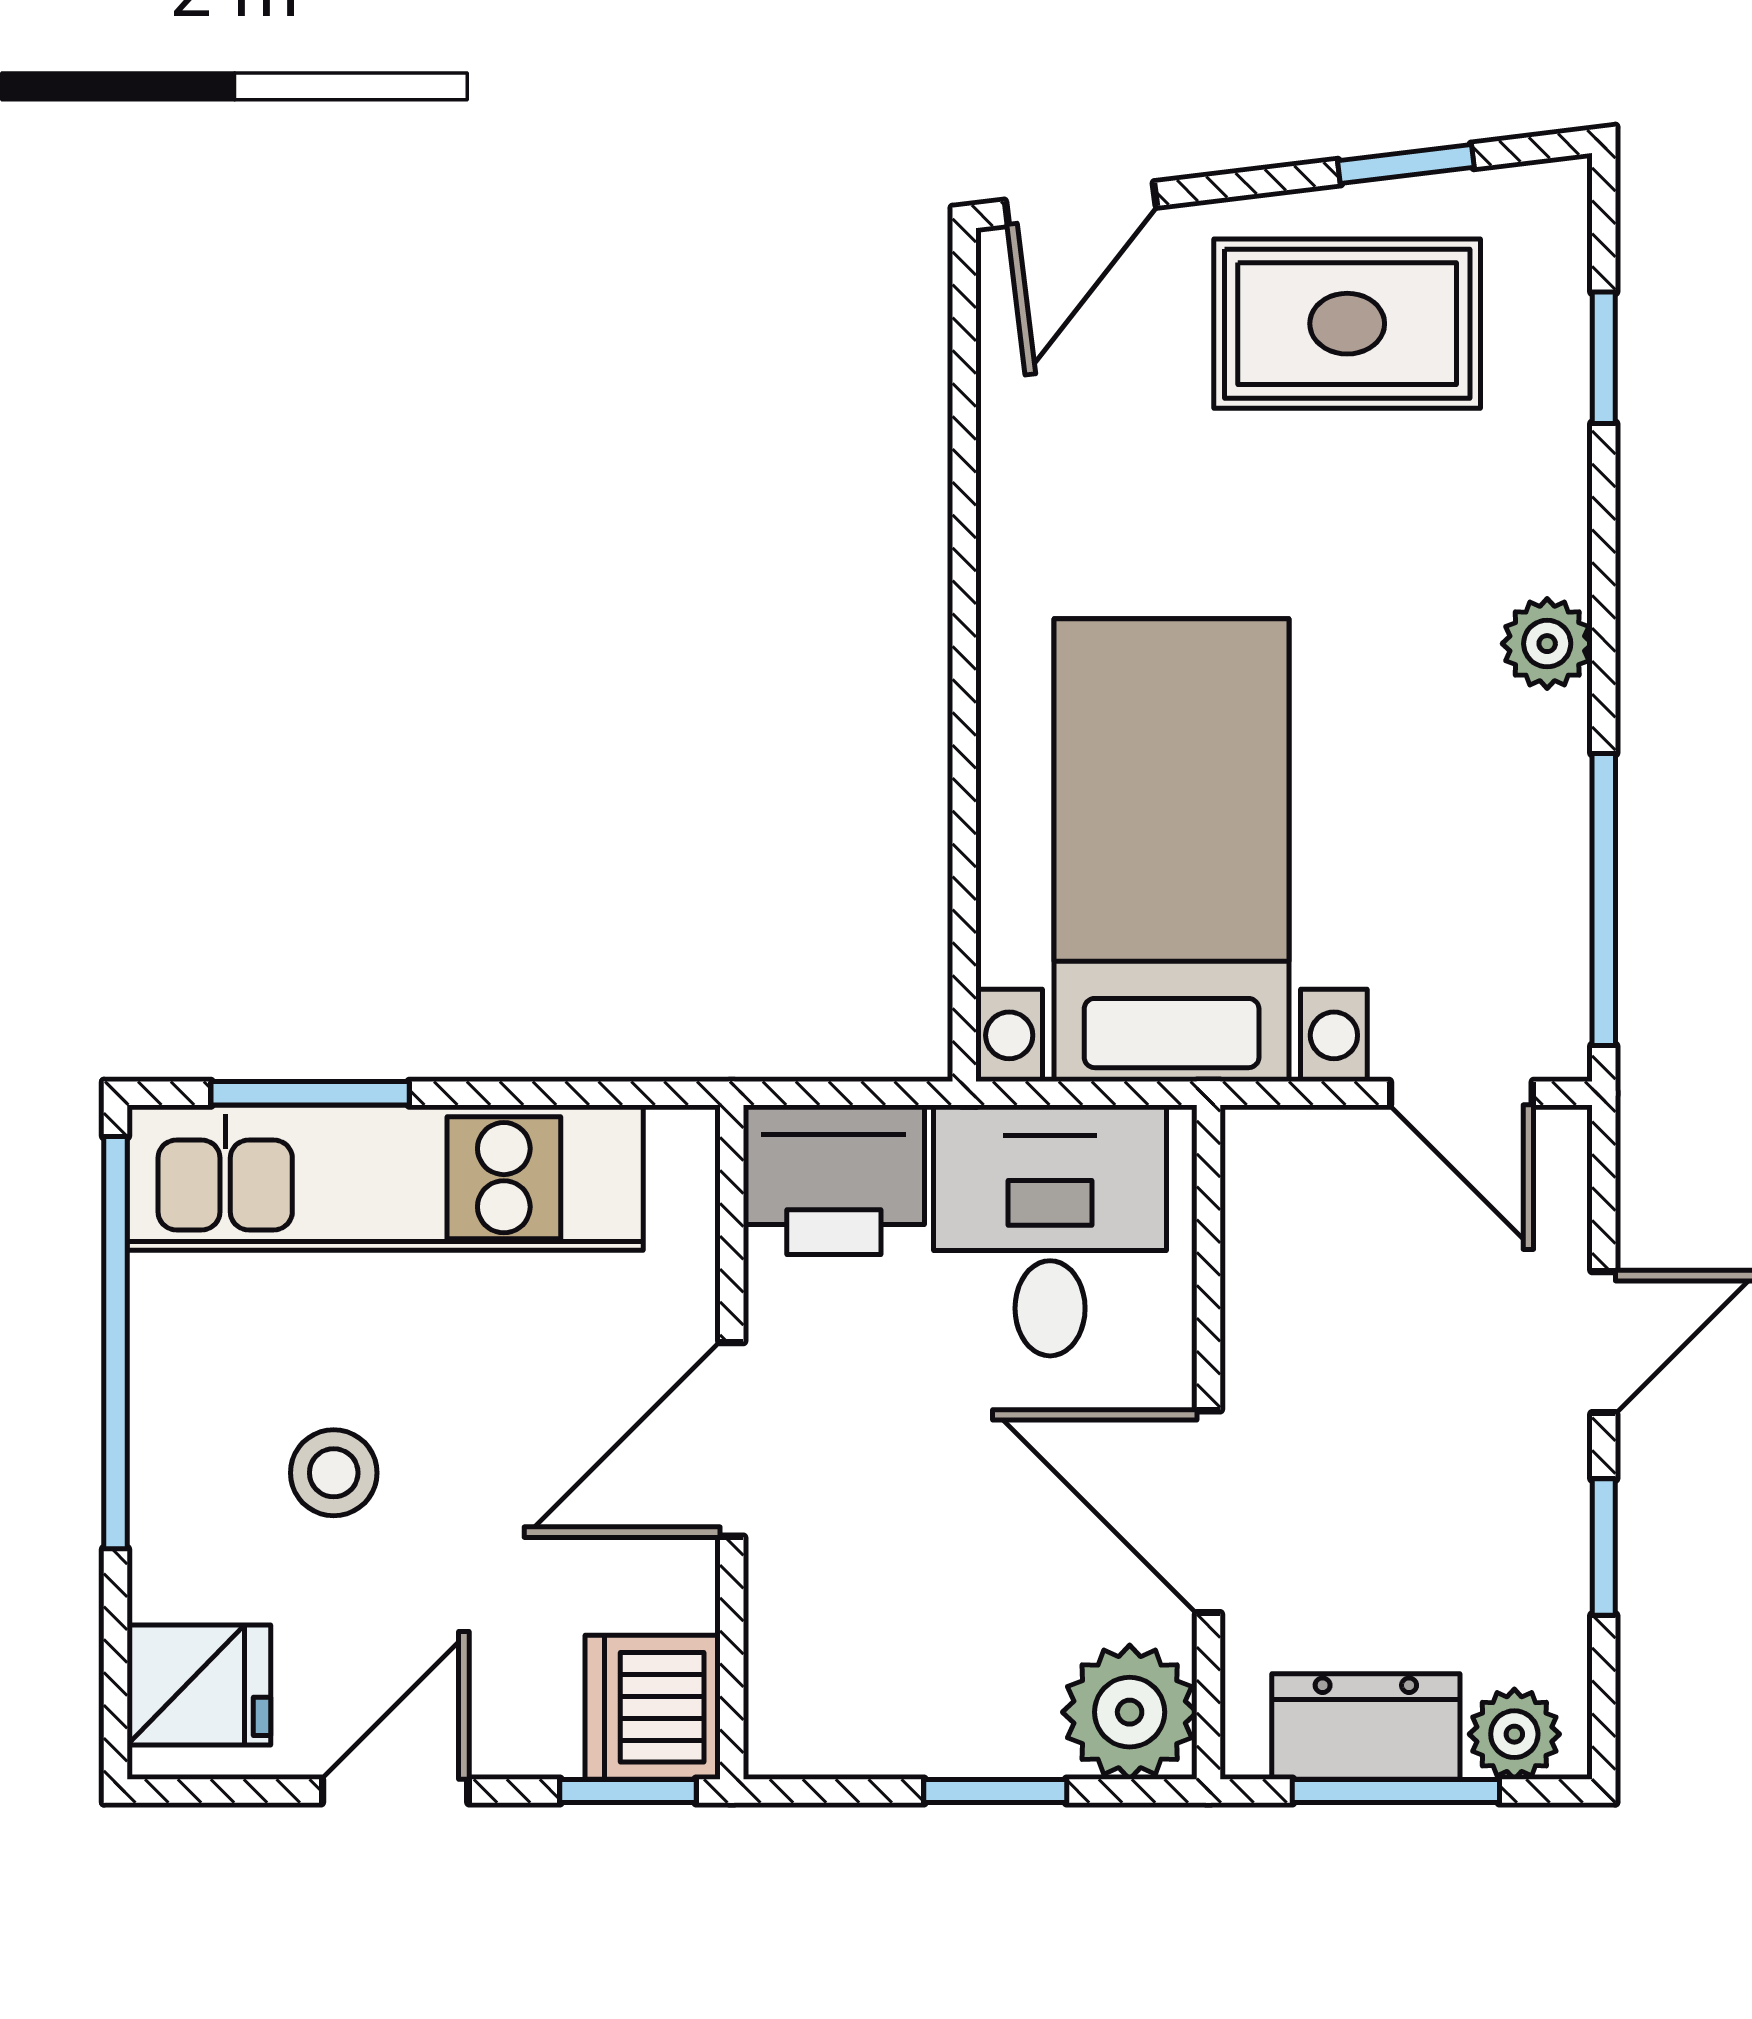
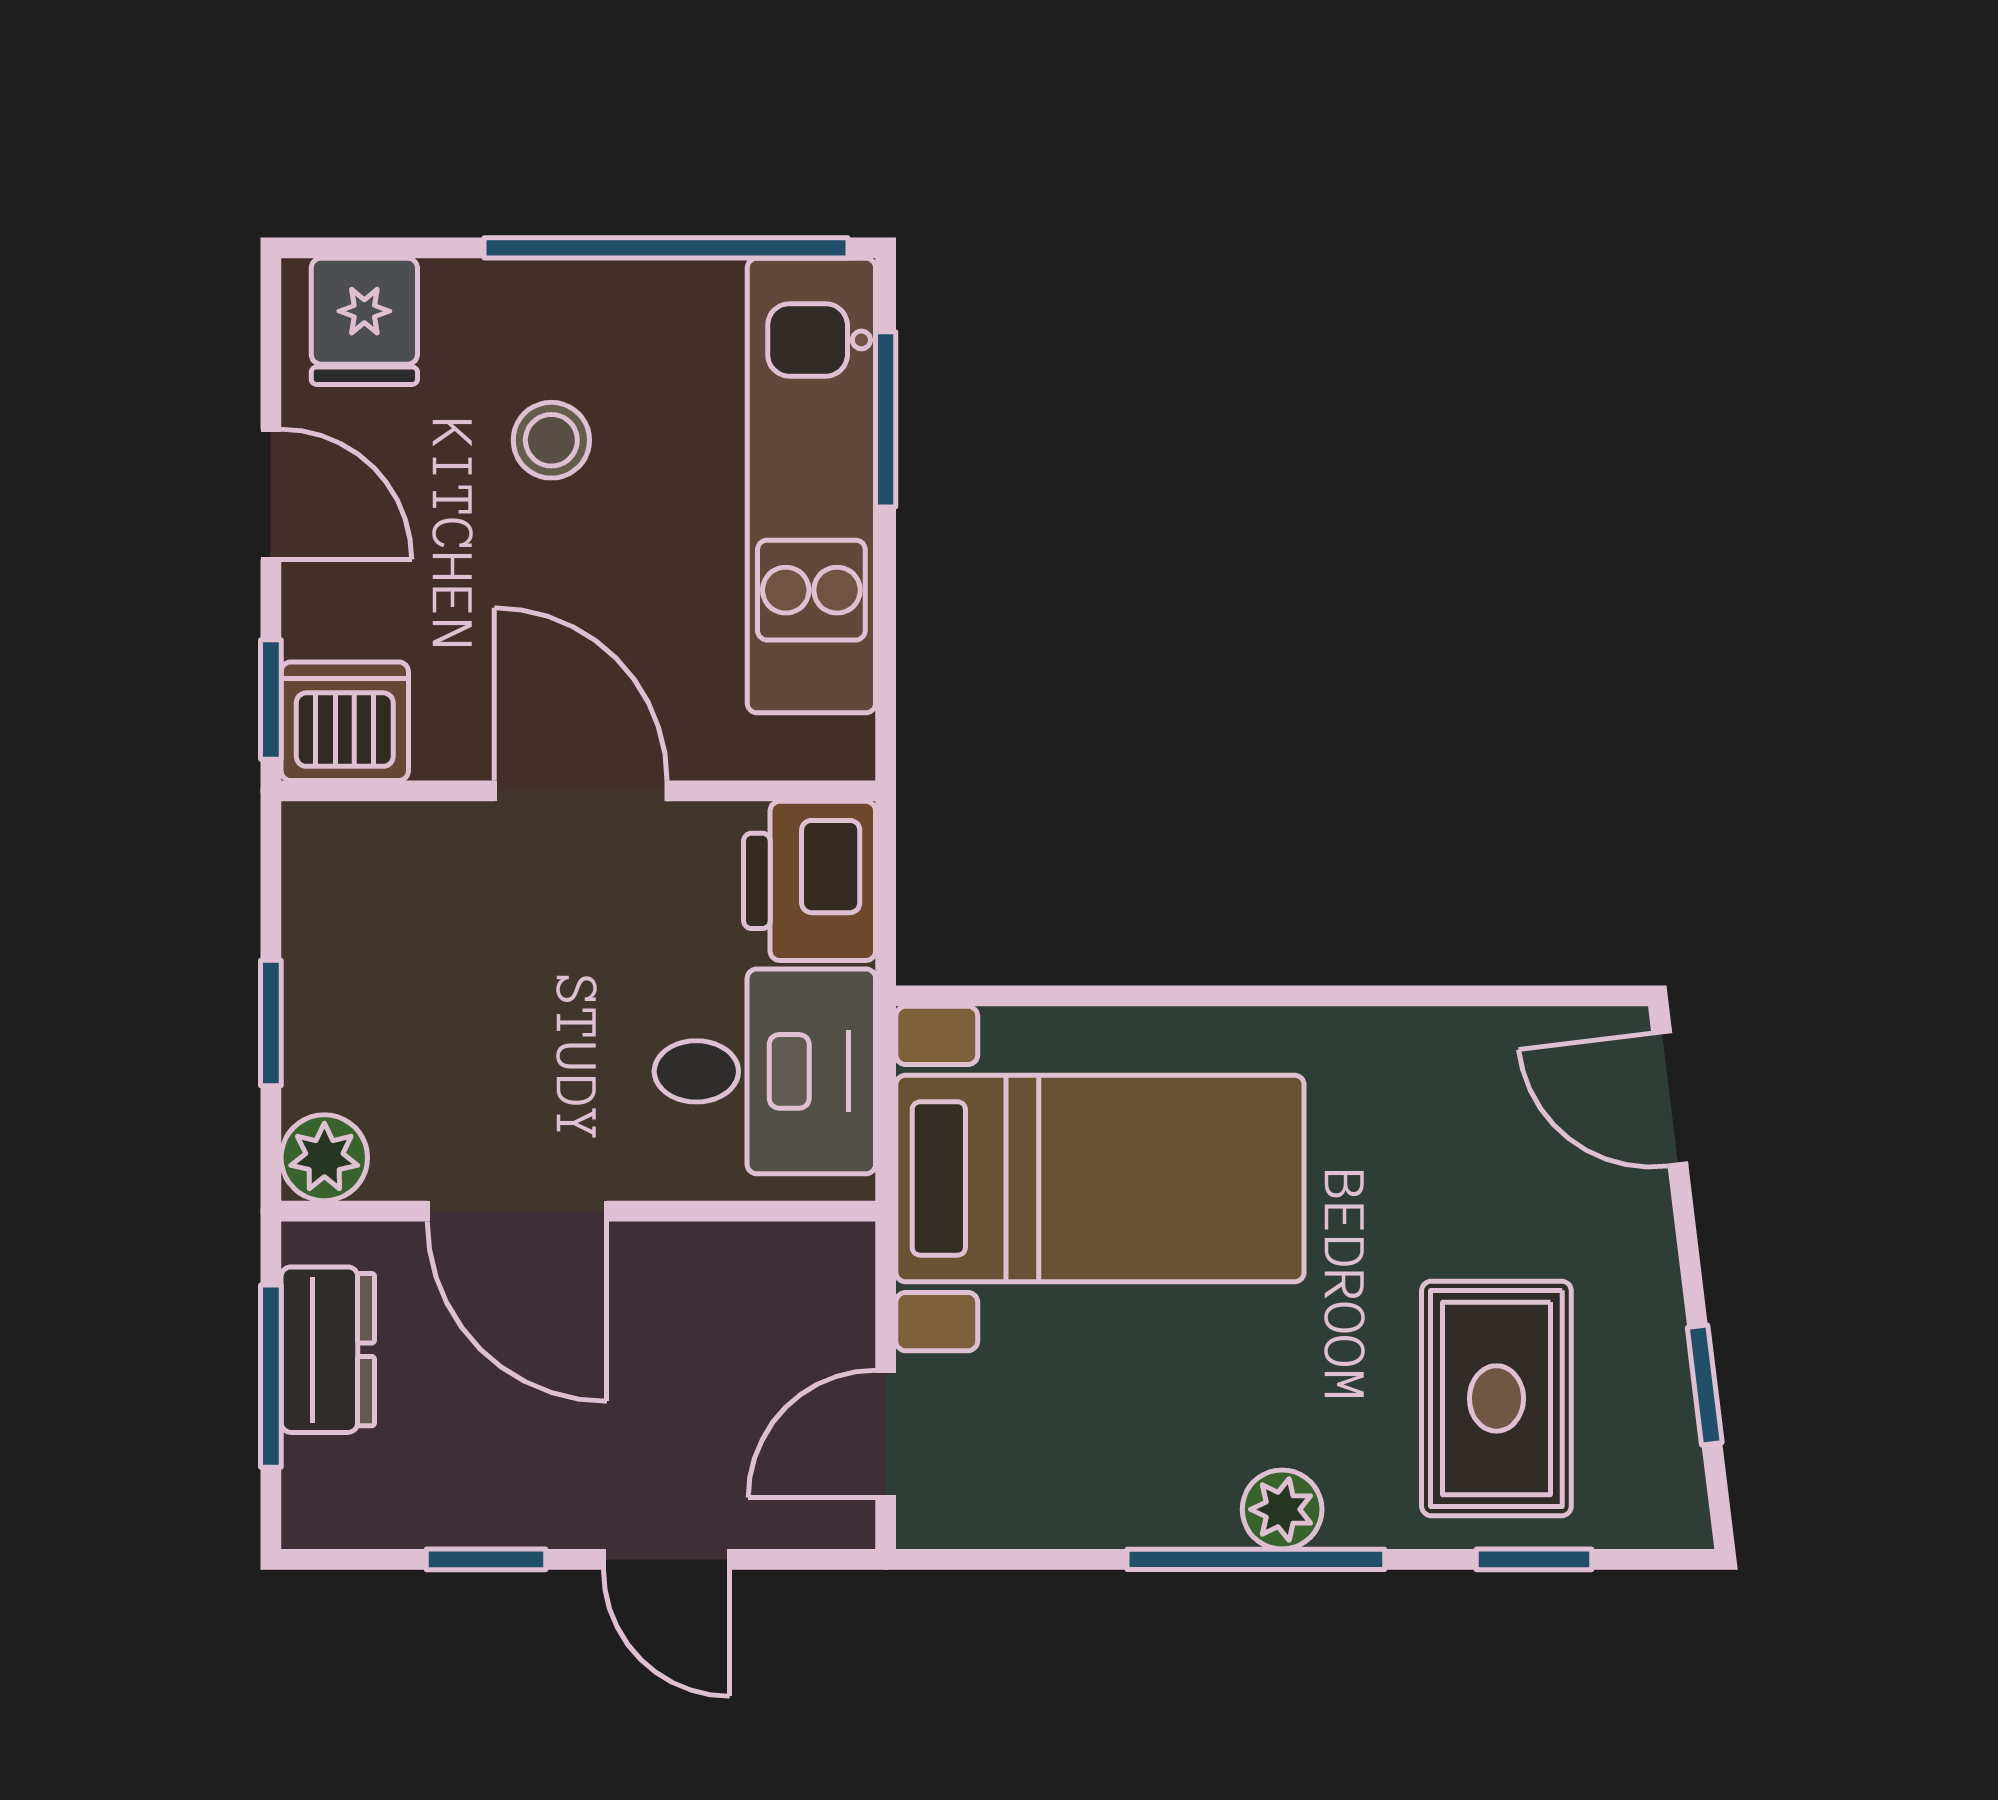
rug: (1347, 324) -> (1496, 1398), moved
window: (1604, 899) -> (1256, 1559), moved
door: (1208, 1512) -> (517, 1211), swing flipped
plant: (1130, 1712) -> (324, 1158), width x0.73, depth x0.73
plant: (1514, 1734) -> (321, 1481), removed

